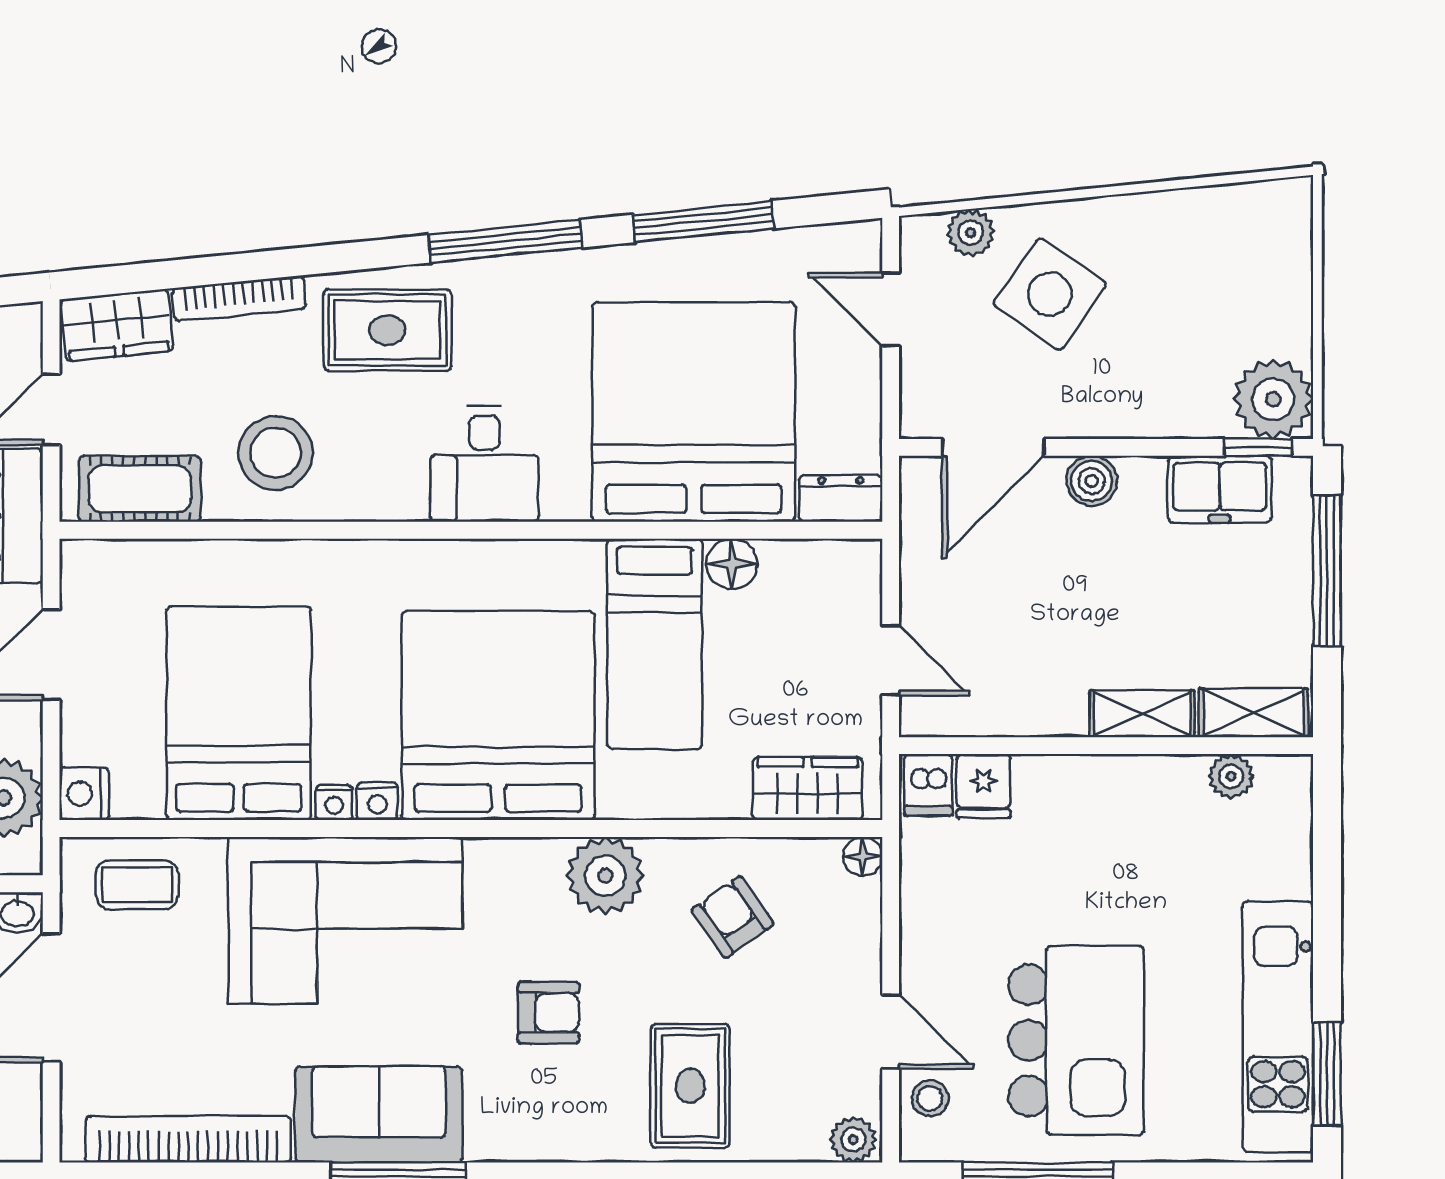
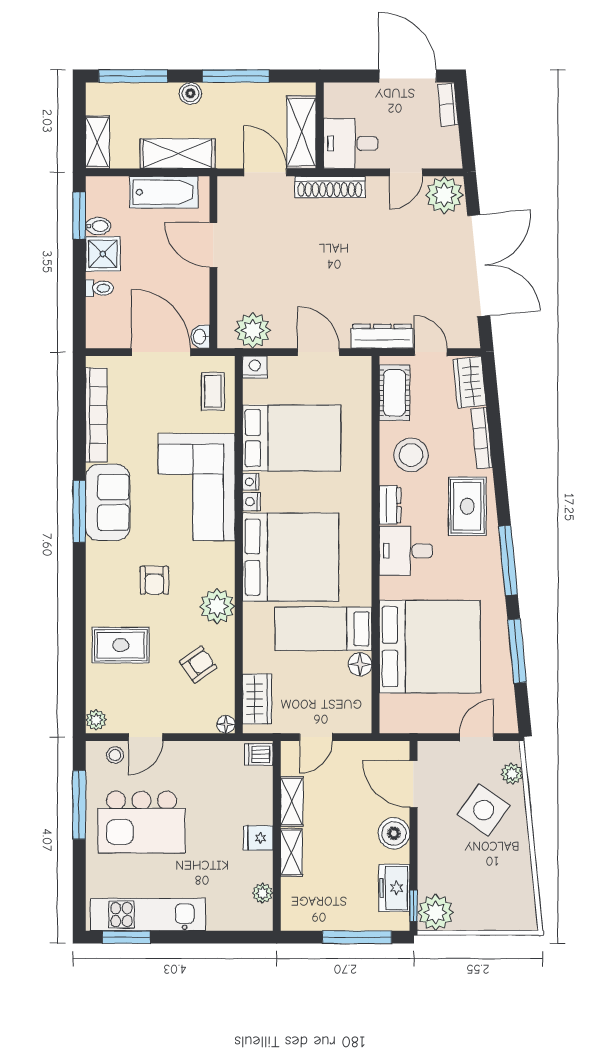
boiler: (1092, 481) -> (394, 833), width x1.36, depth x1.36
dresser: (841, 499) -> (390, 505), moved
shelving: (1253, 713) -> (292, 801), moved
fridge: (984, 786) -> (258, 838), moved

